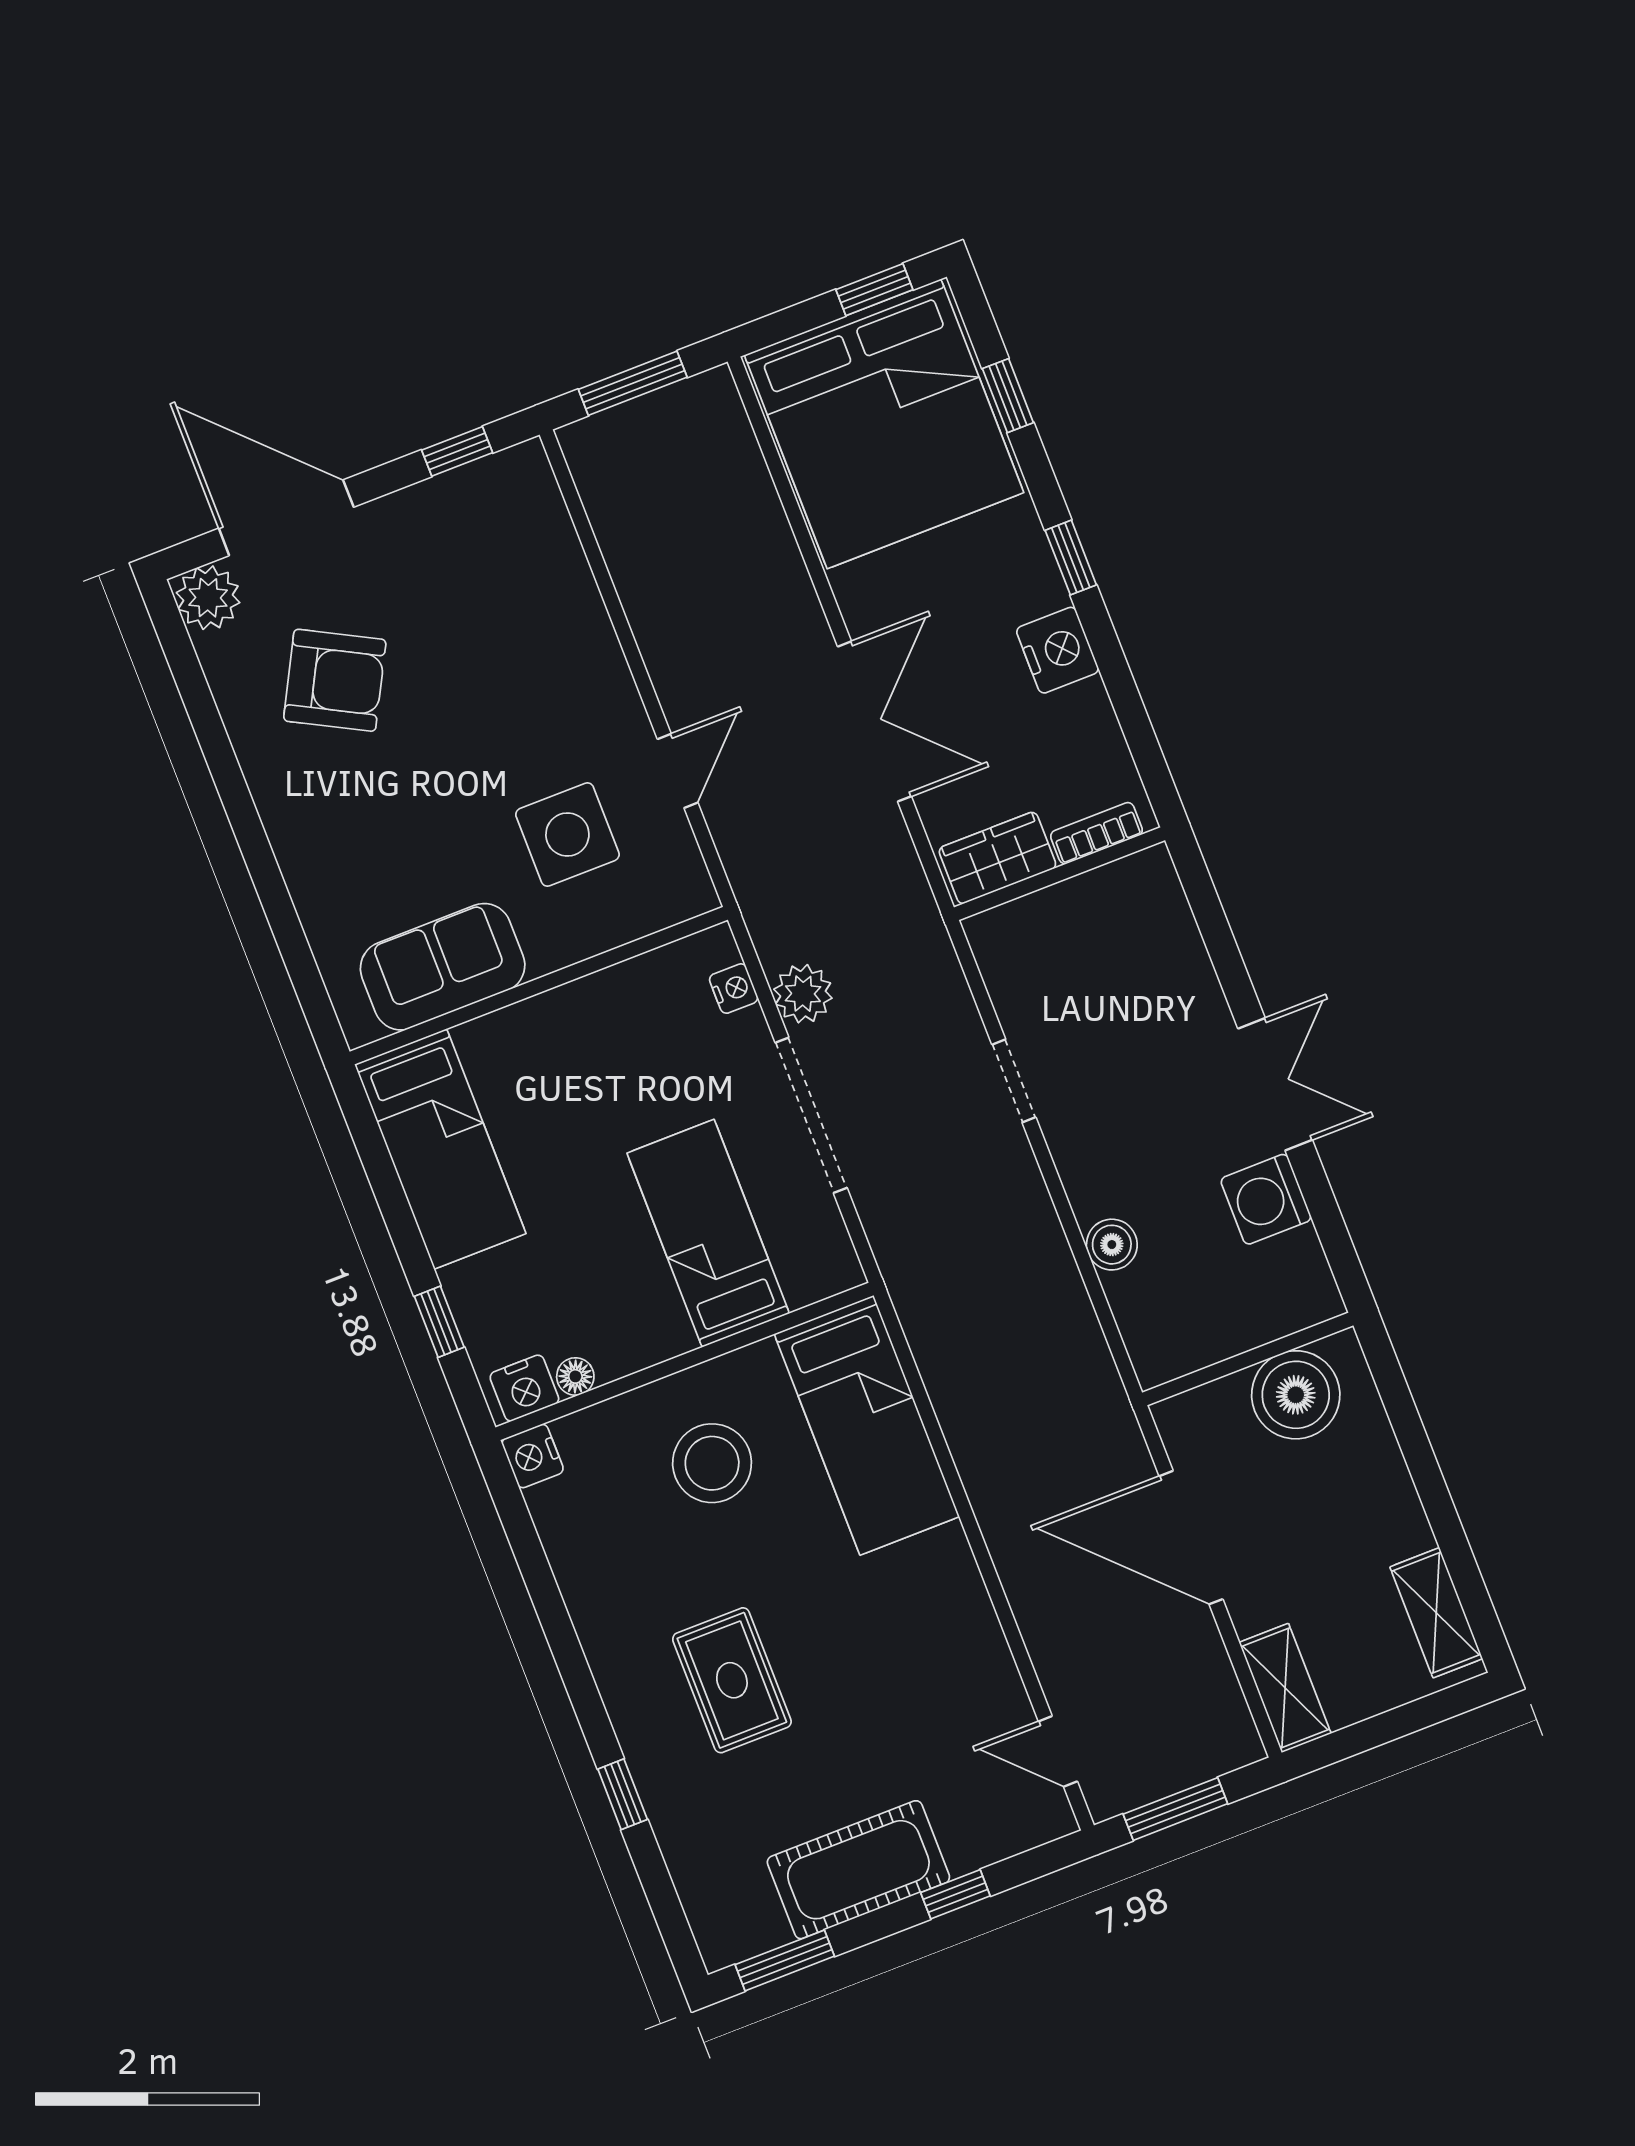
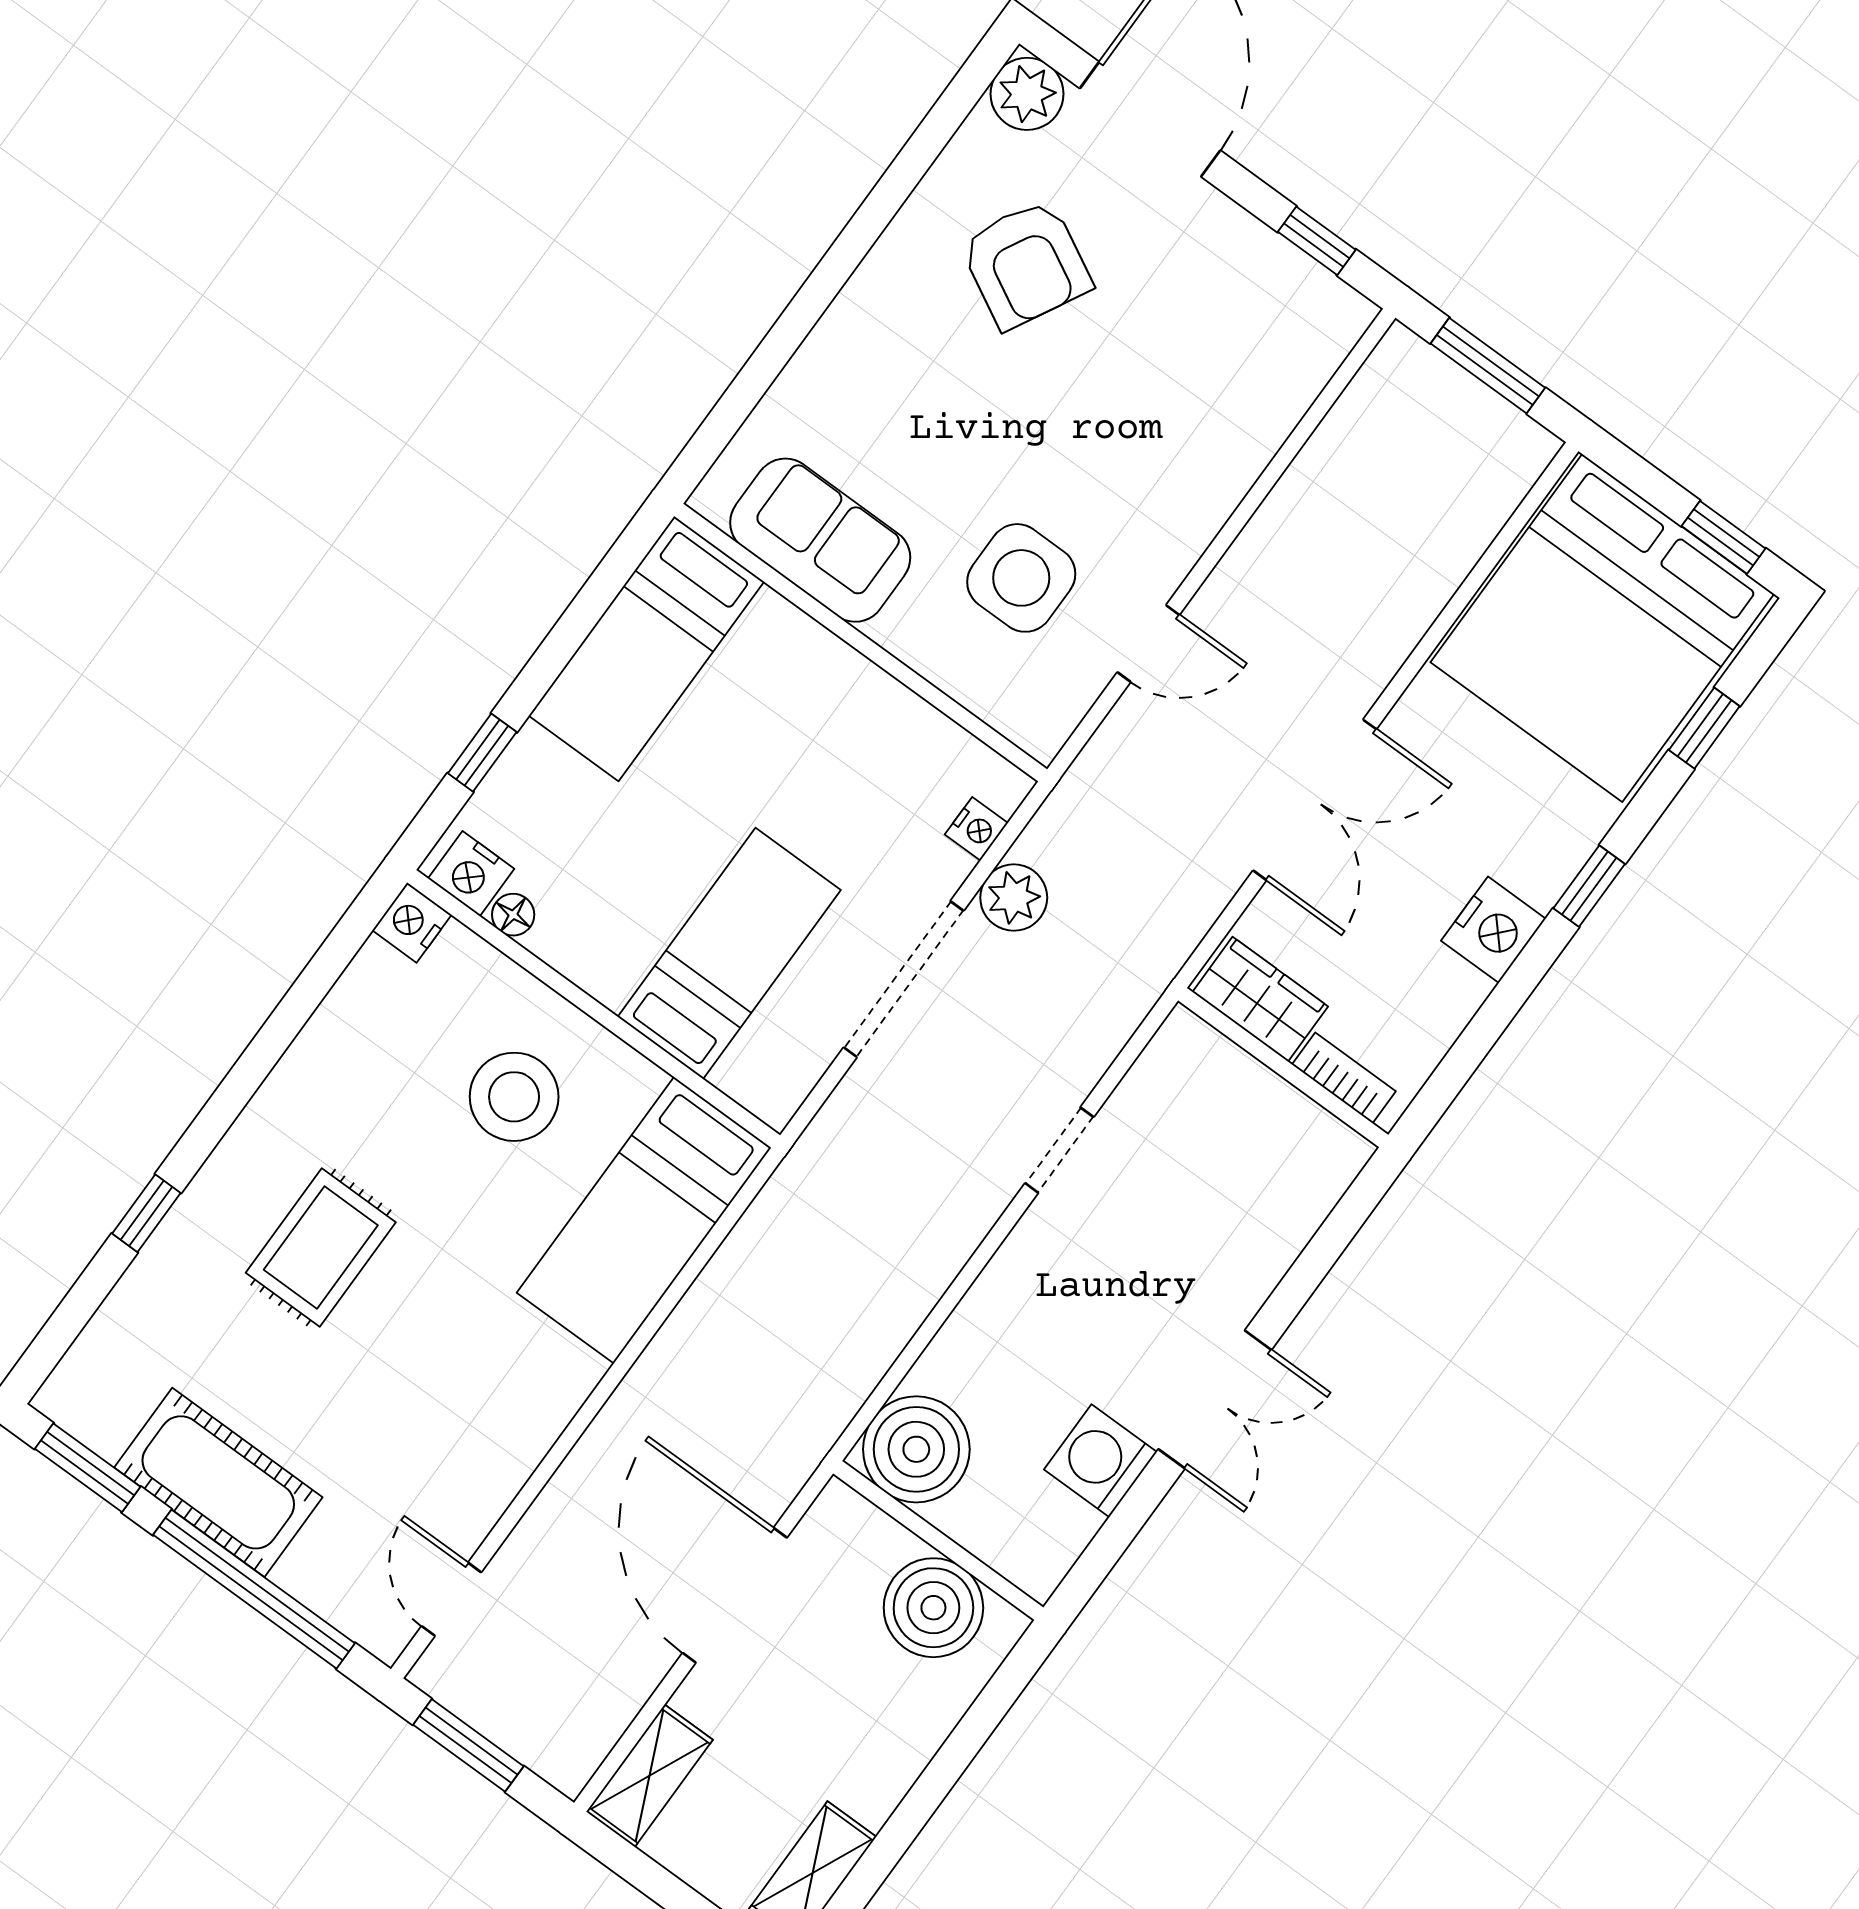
boiler: (1112, 1245) -> (916, 1449), moved, width x1.86, depth x1.86
window: (955, 1894) -> (254, 1589), width x3.17

